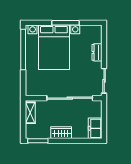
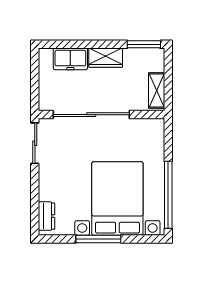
dresser: (97, 52) -> (46, 216), moved
freezer: (95, 128) -> (70, 59), moved, turned 90

